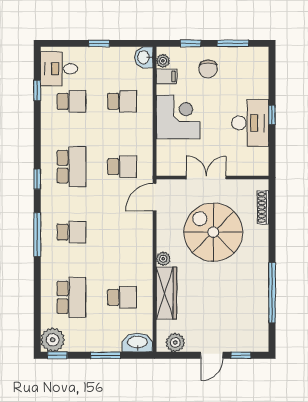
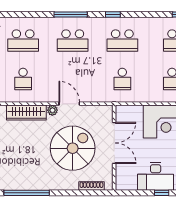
double door: (206, 178) -> (114, 143), width x1.37
door: (155, 197) -> (69, 104), moved
school desk: (71, 232) -> (73, 41), width x1.85

